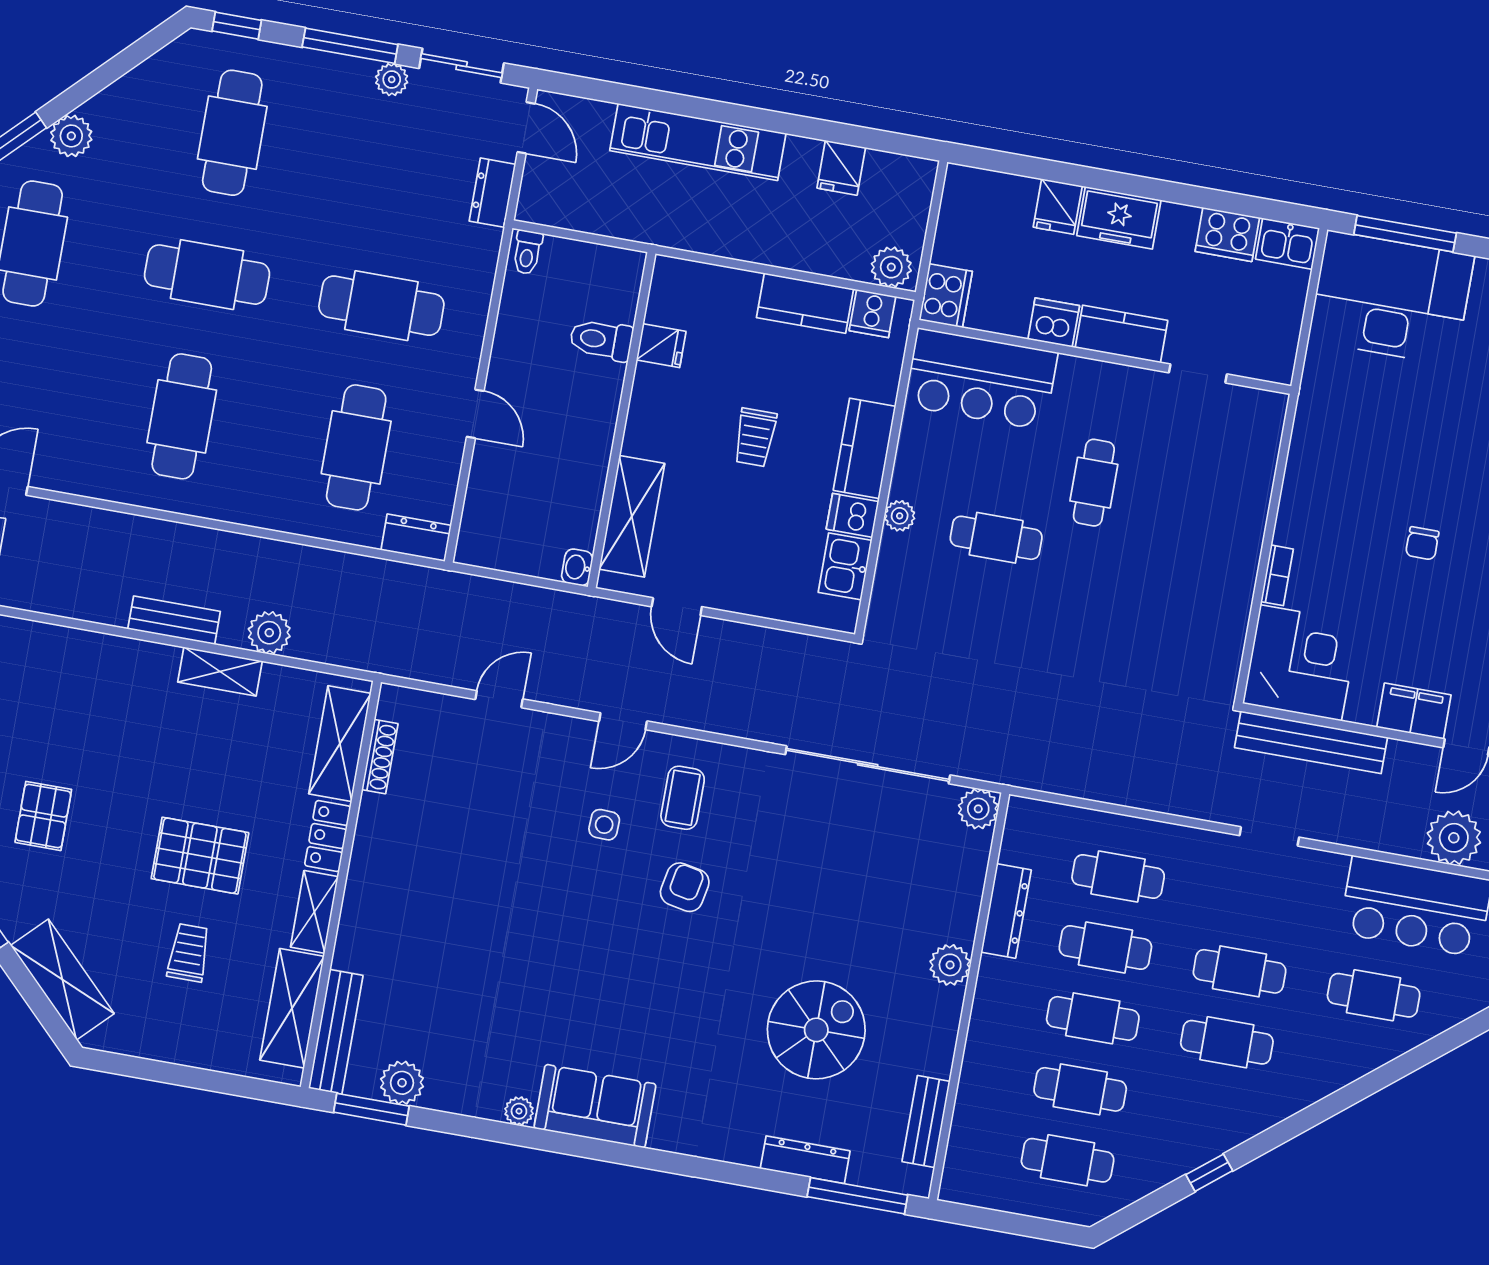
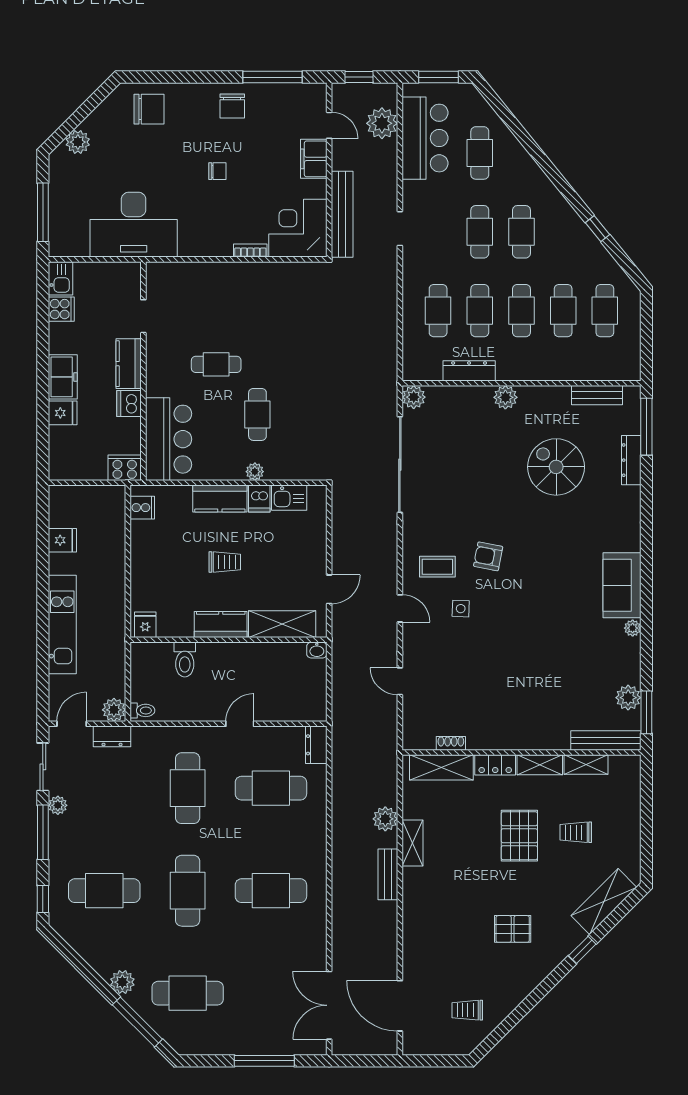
cooker: (1227, 234) -> (61, 309), width x0.73
plant: (891, 267) -> (114, 710), moved
desk: (1391, 298) -> (134, 225), moved, turned -90
kitchen counter: (805, 303) -> (221, 624), moved, turned -90
fridge: (661, 346) -> (145, 625), moved
shoe rack: (380, 757) -> (451, 743), width x0.70
shelving: (292, 1008) -> (586, 765), width x0.67, depth x0.75

